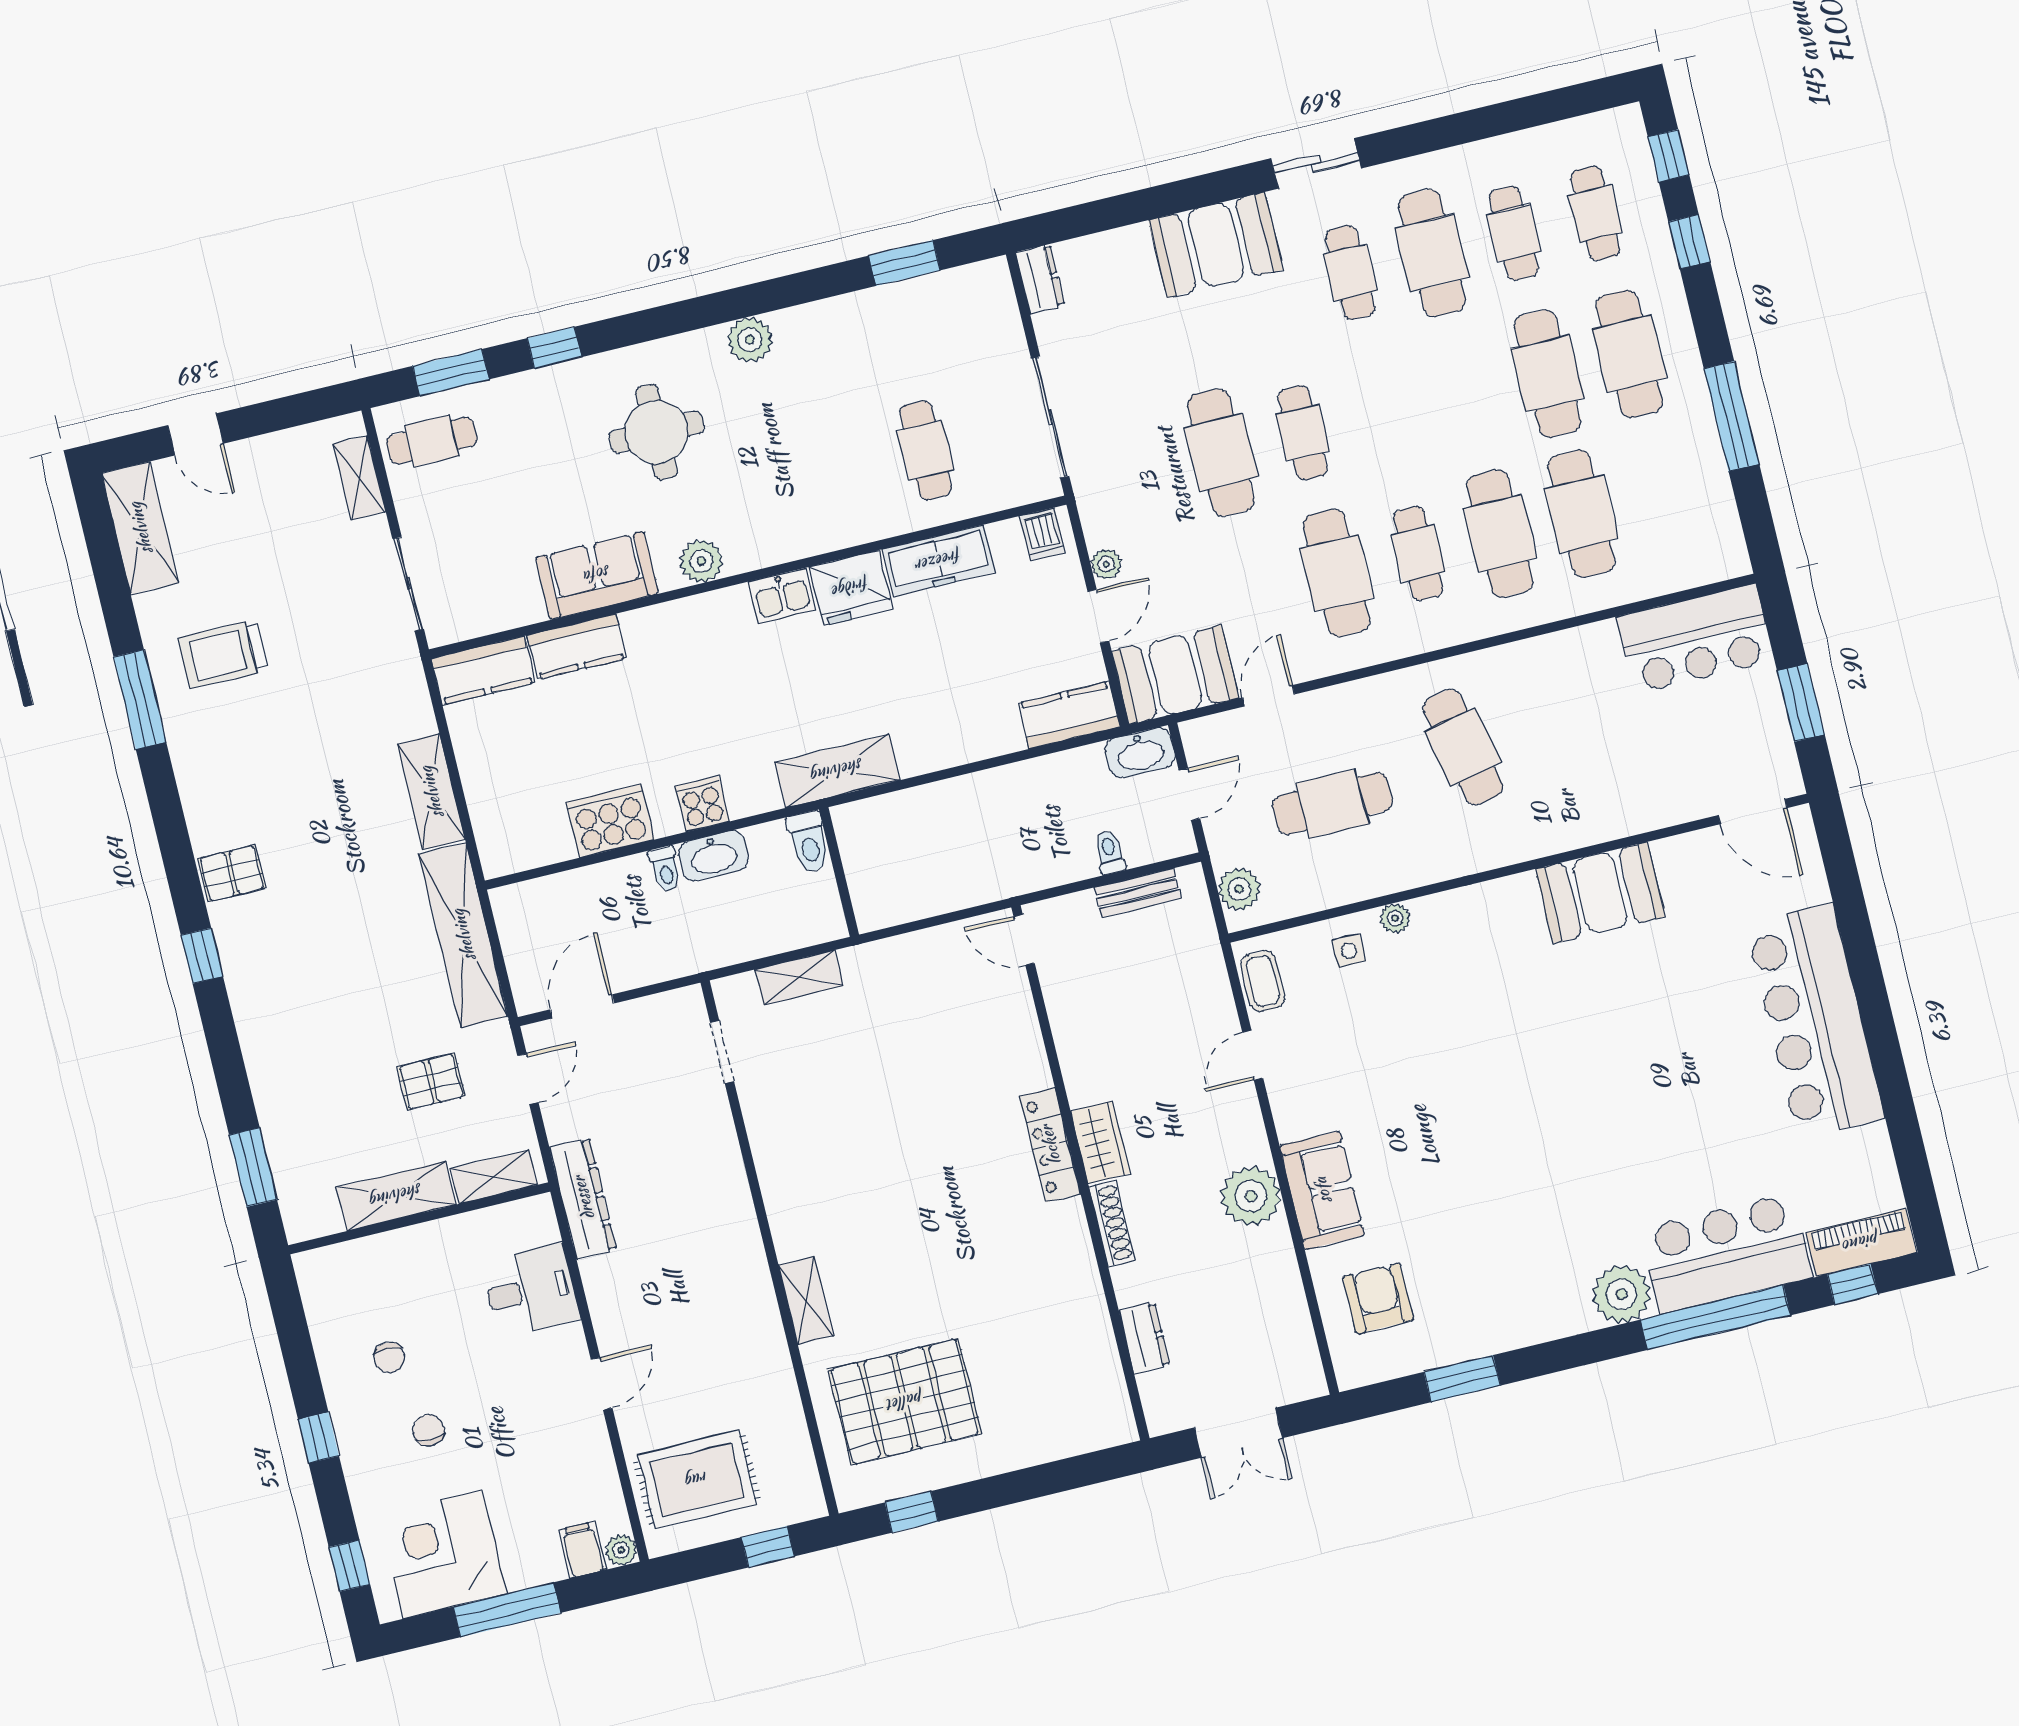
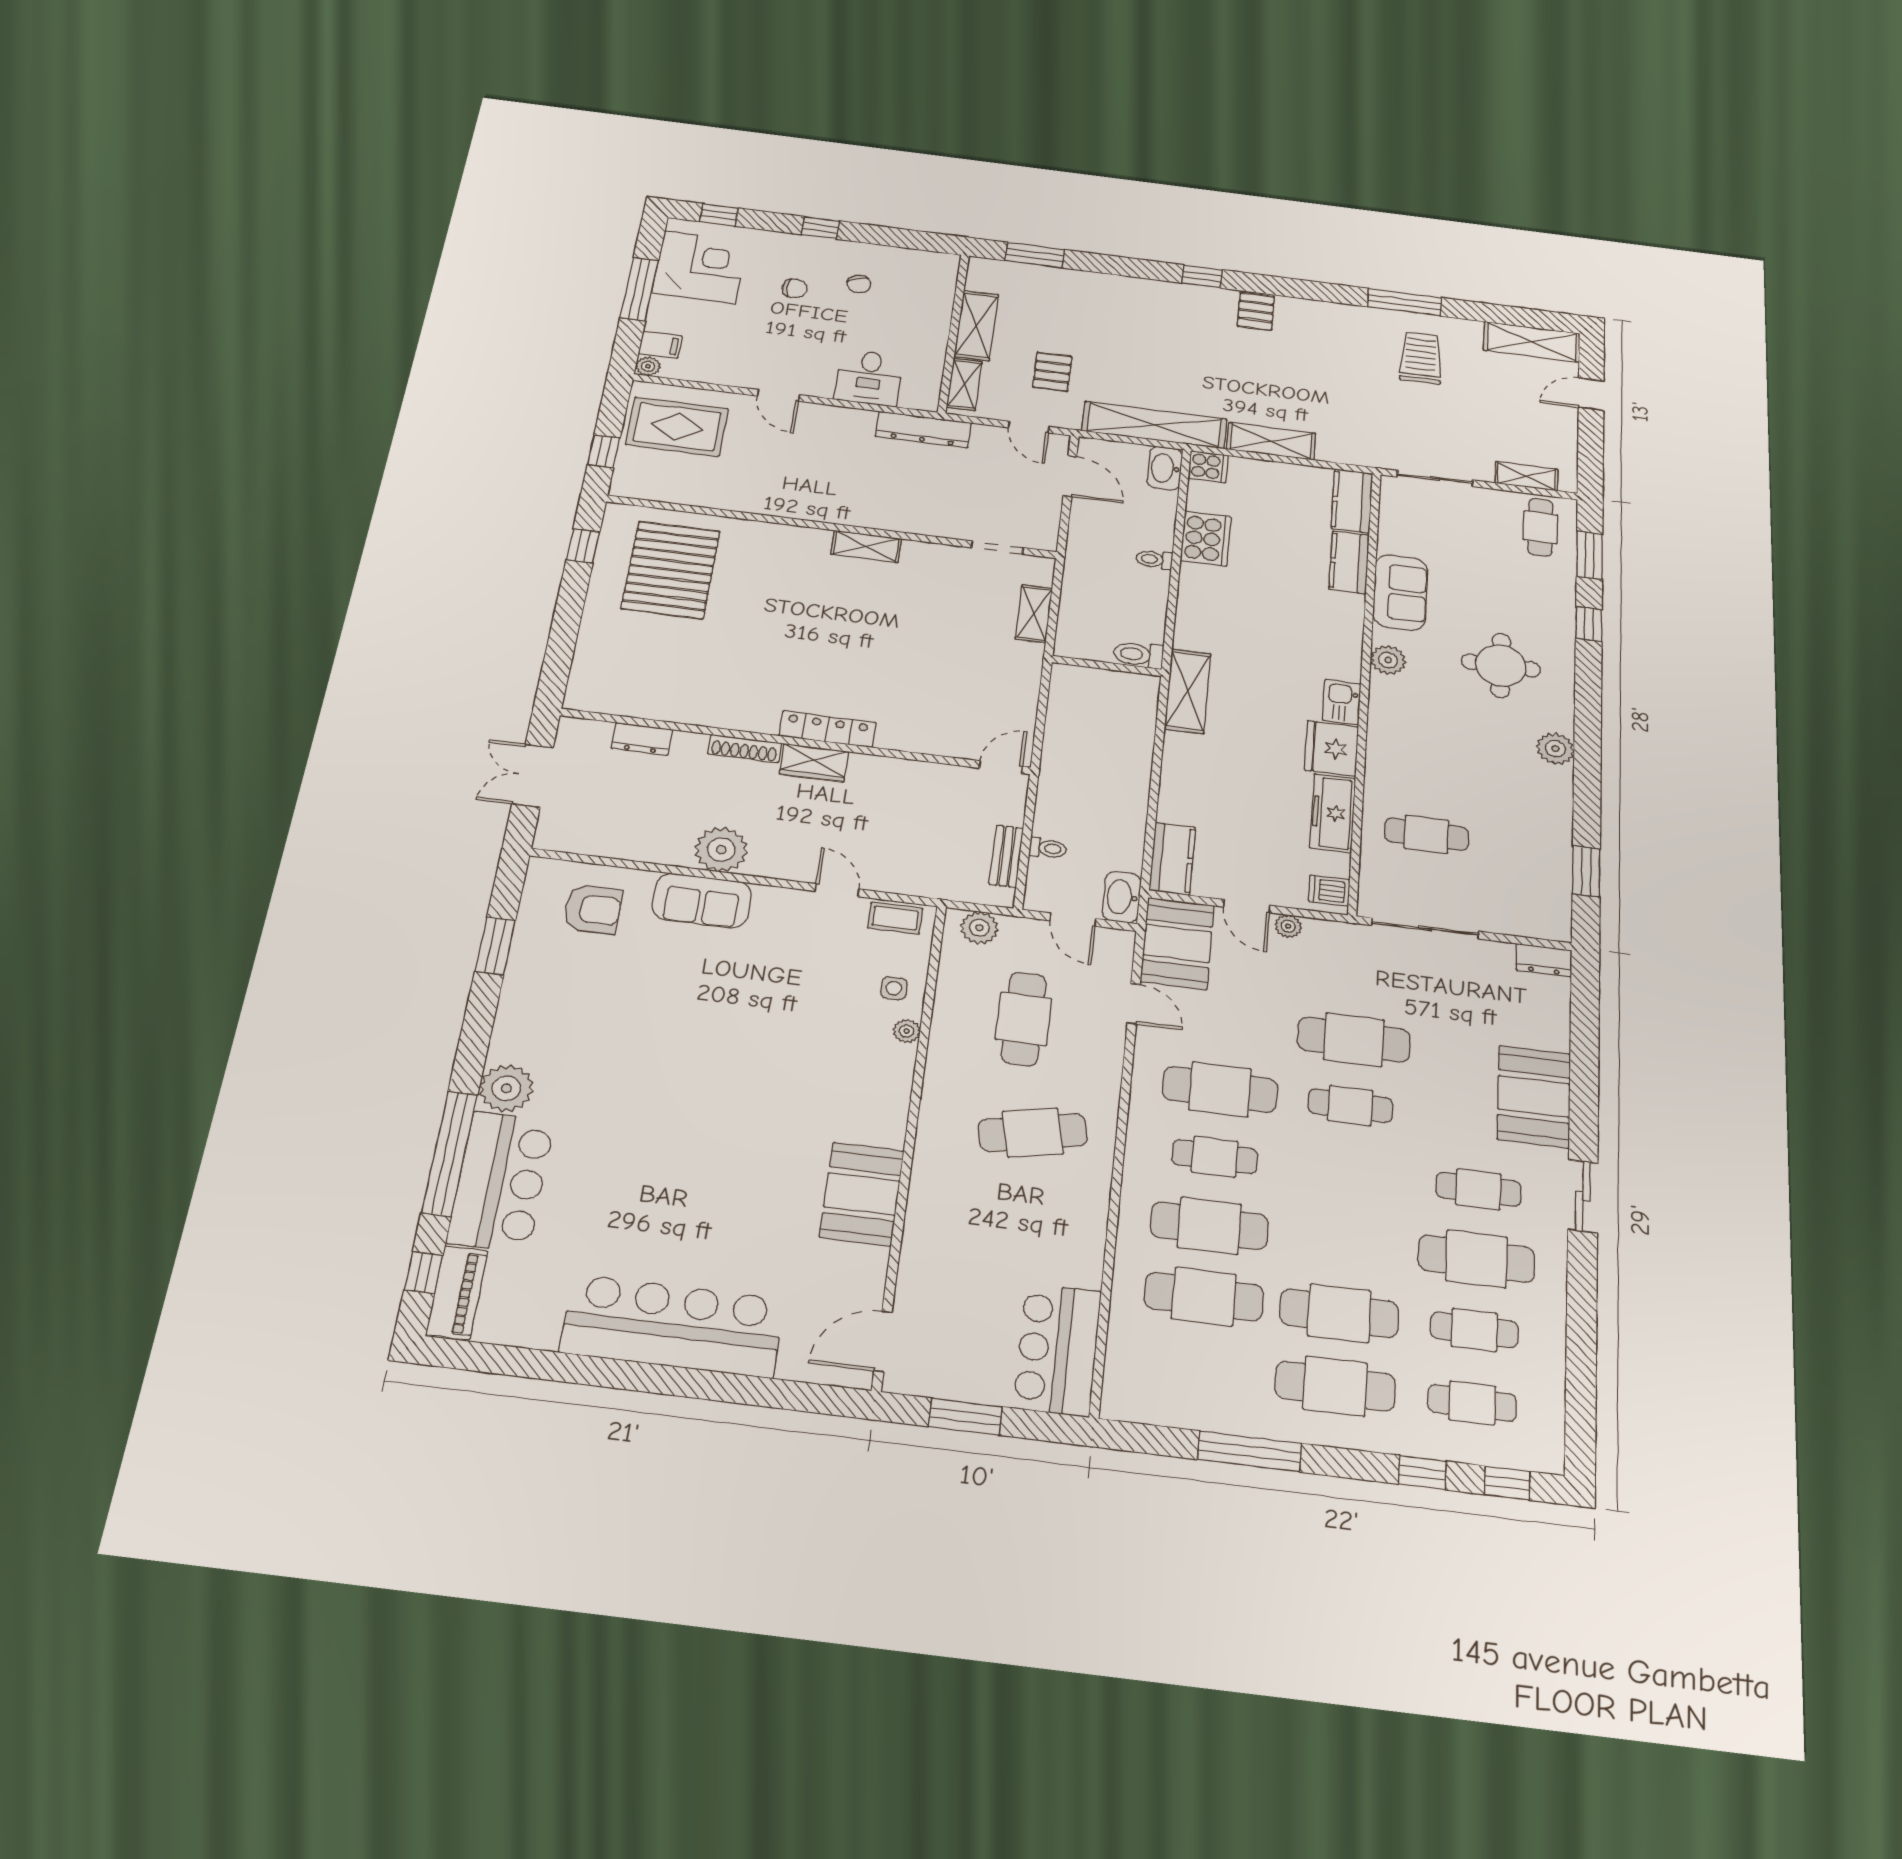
cooker: (702, 804) -> (1208, 467), moved
washbasin: (713, 856) -> (1165, 468), moved
shelving: (806, 1301) -> (866, 546), moved
chair: (389, 1358) -> (859, 284), turned -112
rug: (697, 1480) -> (677, 427), turned 90

